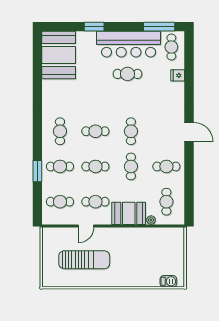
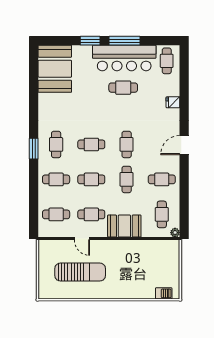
window: (159, 27) -> (124, 41), moved
fridge: (178, 75) -> (173, 102), moved
door: (189, 132) -> (184, 145), swing flipped
window: (37, 171) -> (34, 149), moved
plant: (151, 220) -> (175, 233), moved
door: (86, 226) -> (82, 239), hinge flipped

